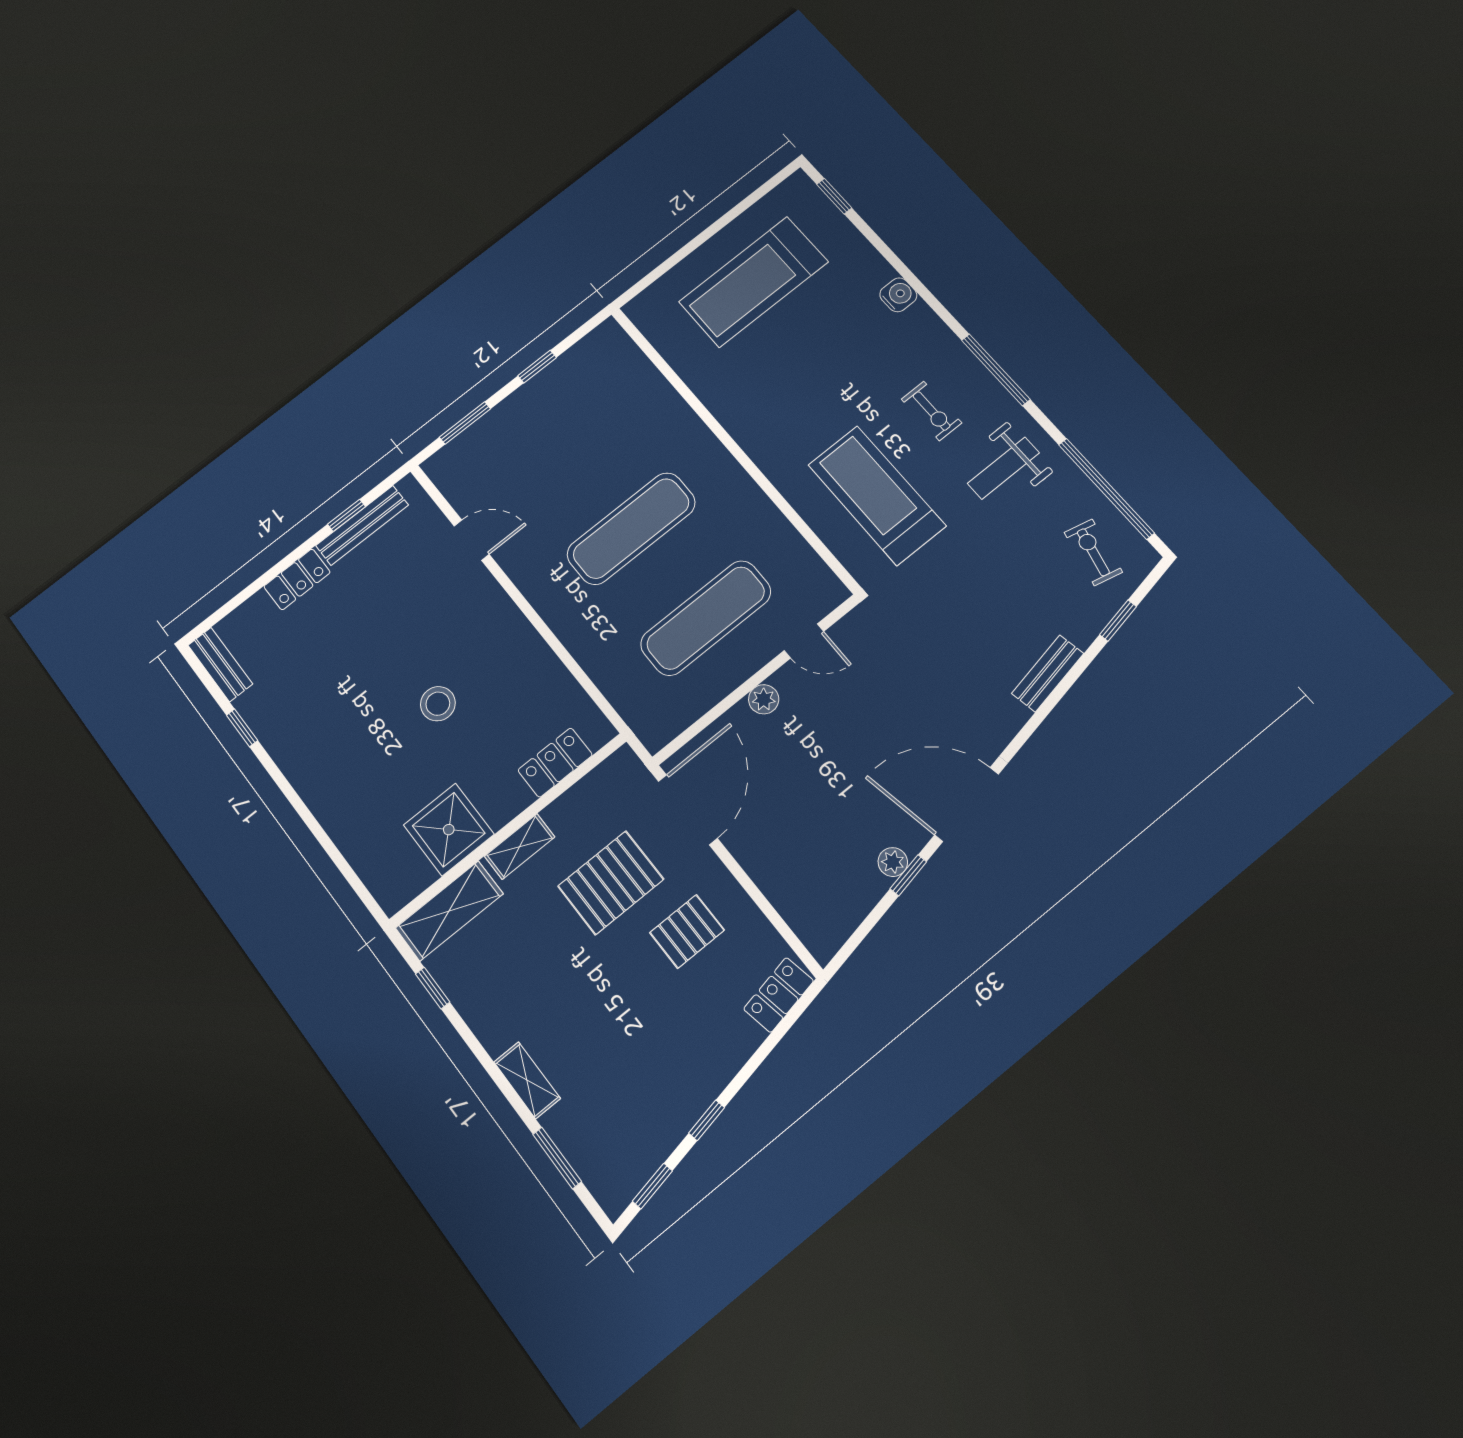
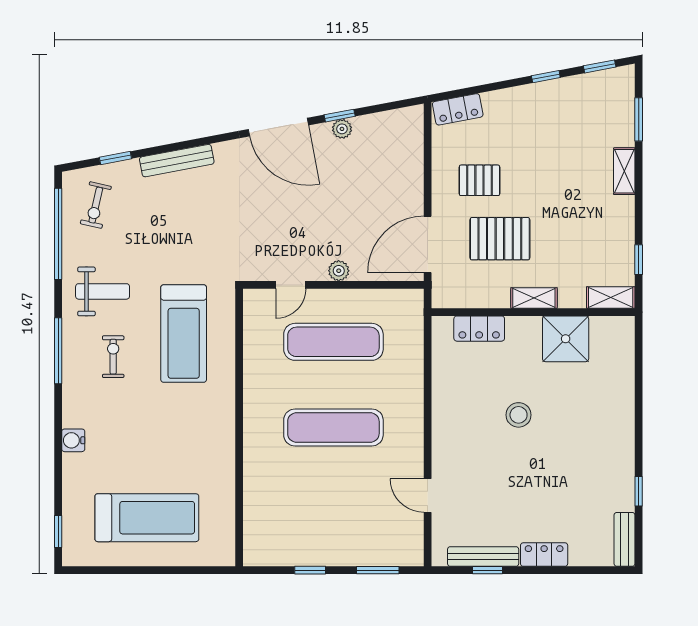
door: (804, 641) -> (291, 285), swing flipped
bench: (1048, 673) -> (177, 161), width x1.36
shelving: (449, 911) -> (611, 298), width x0.67, depth x0.75

